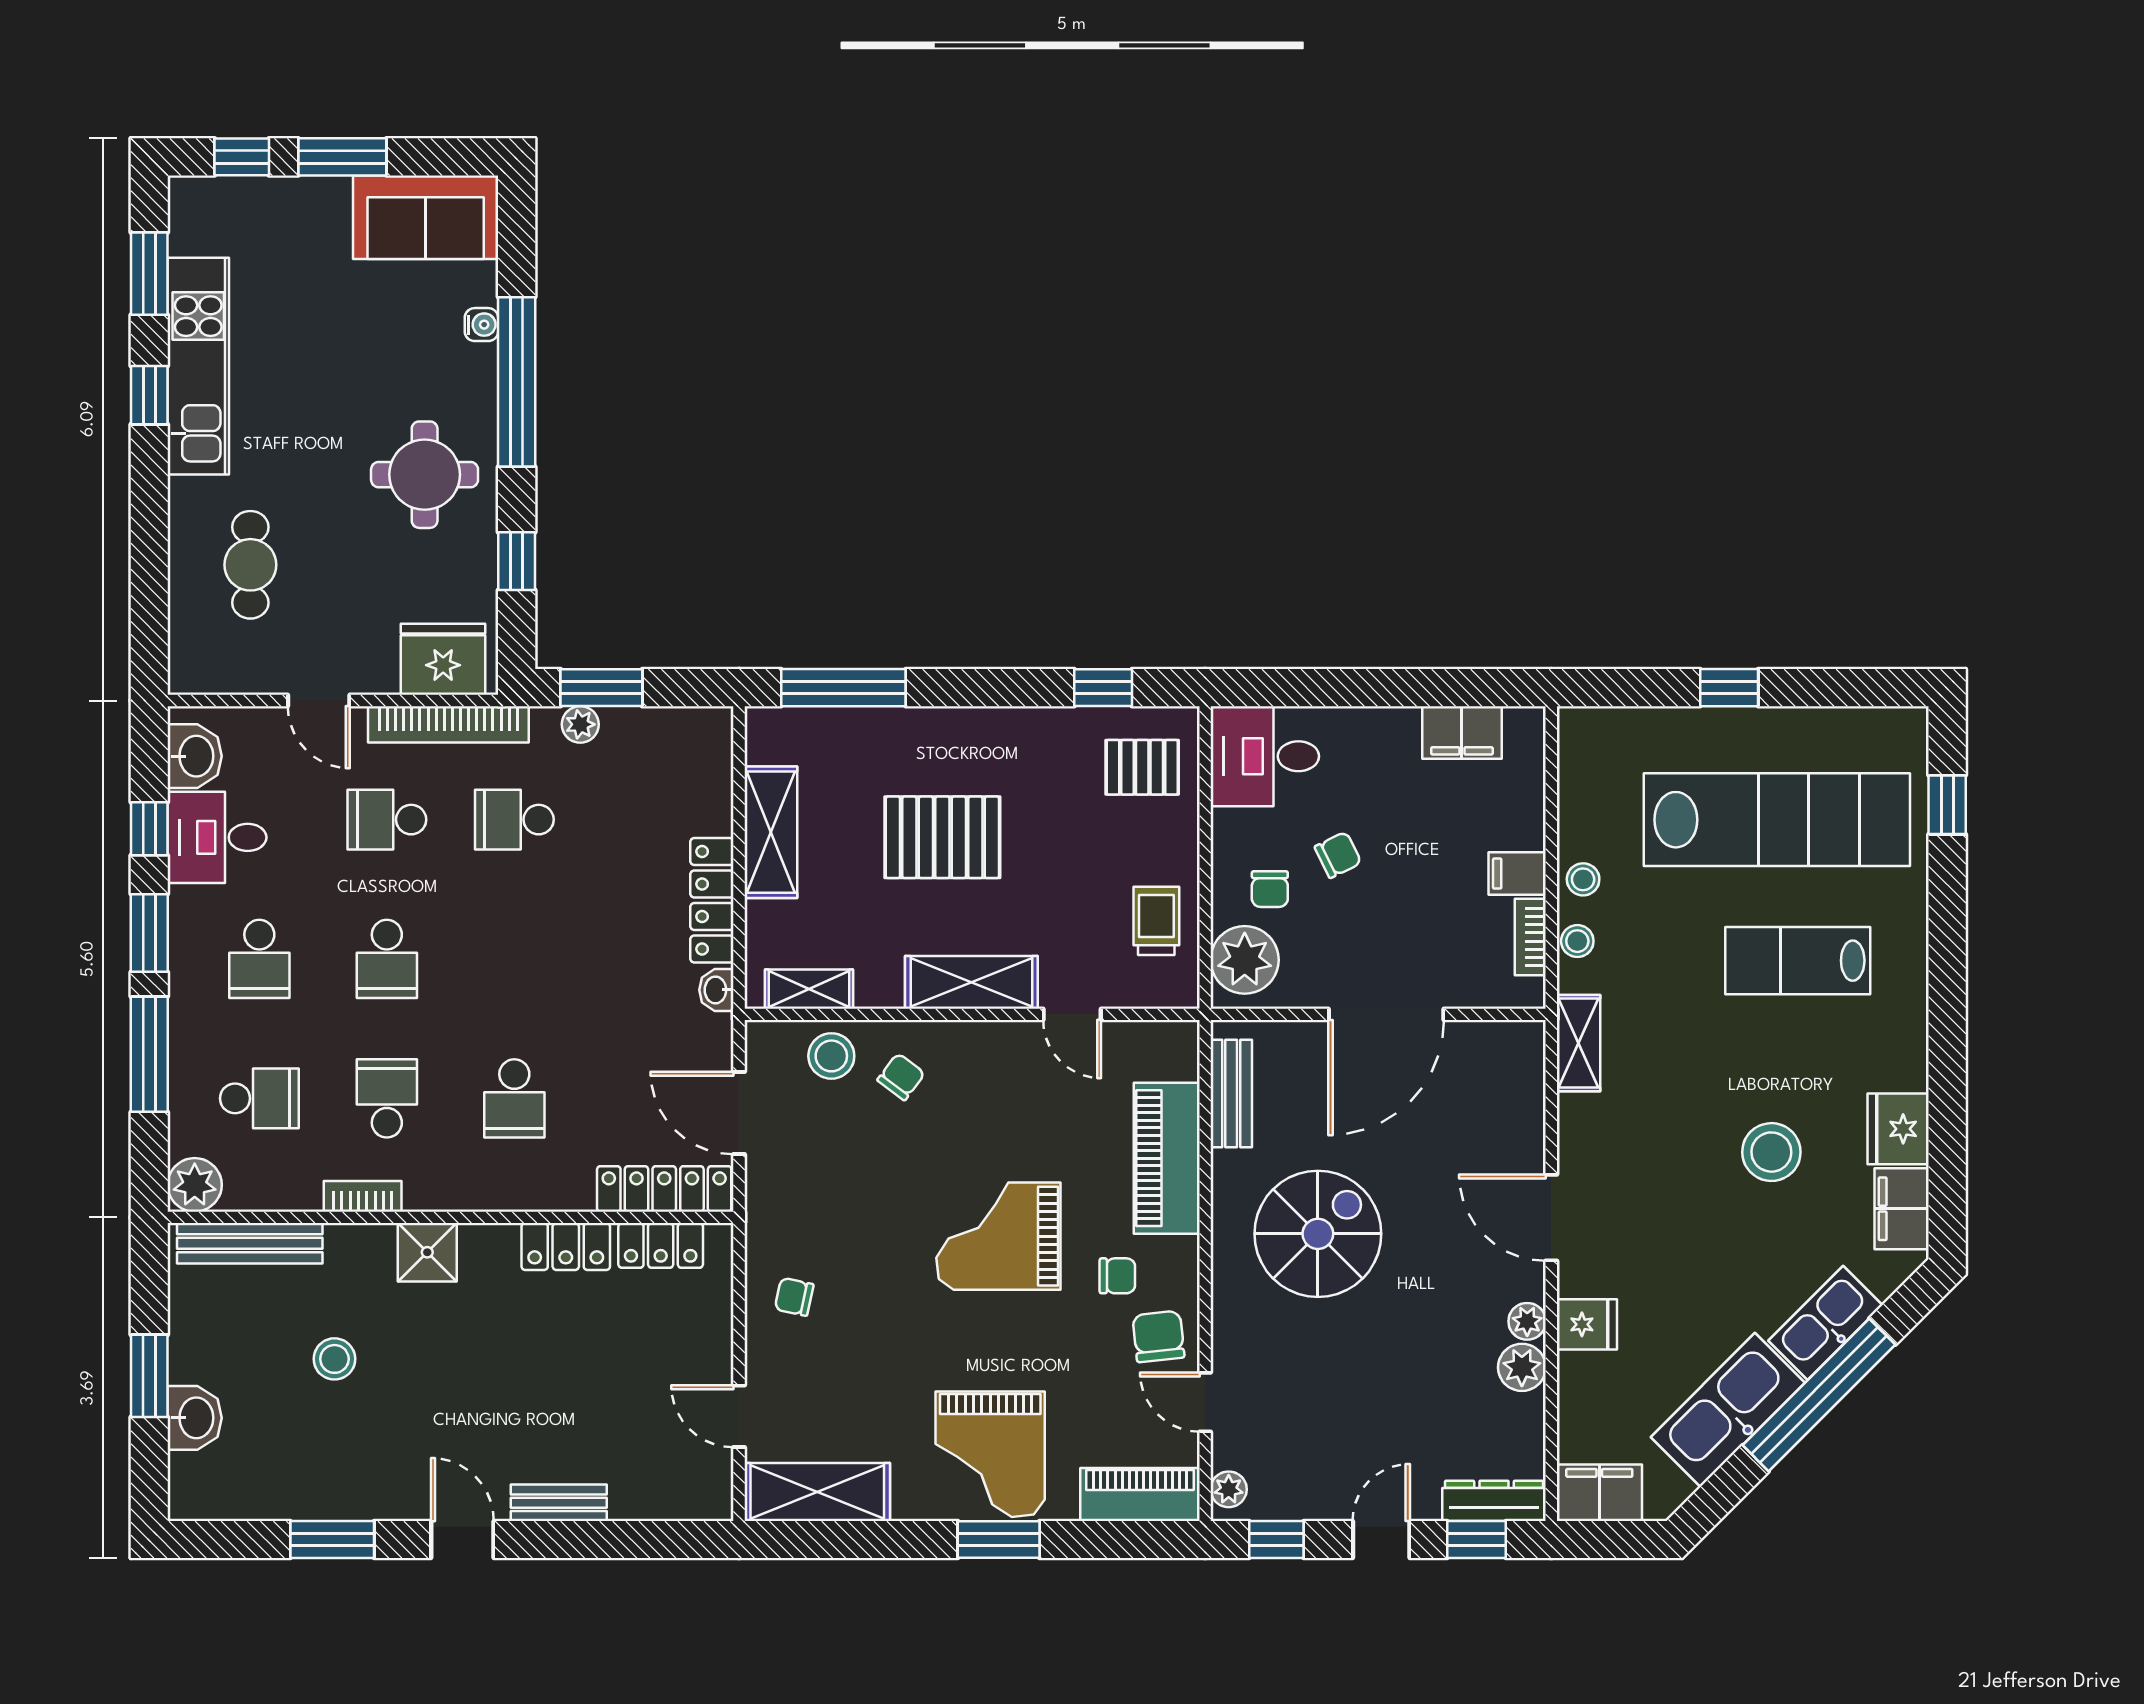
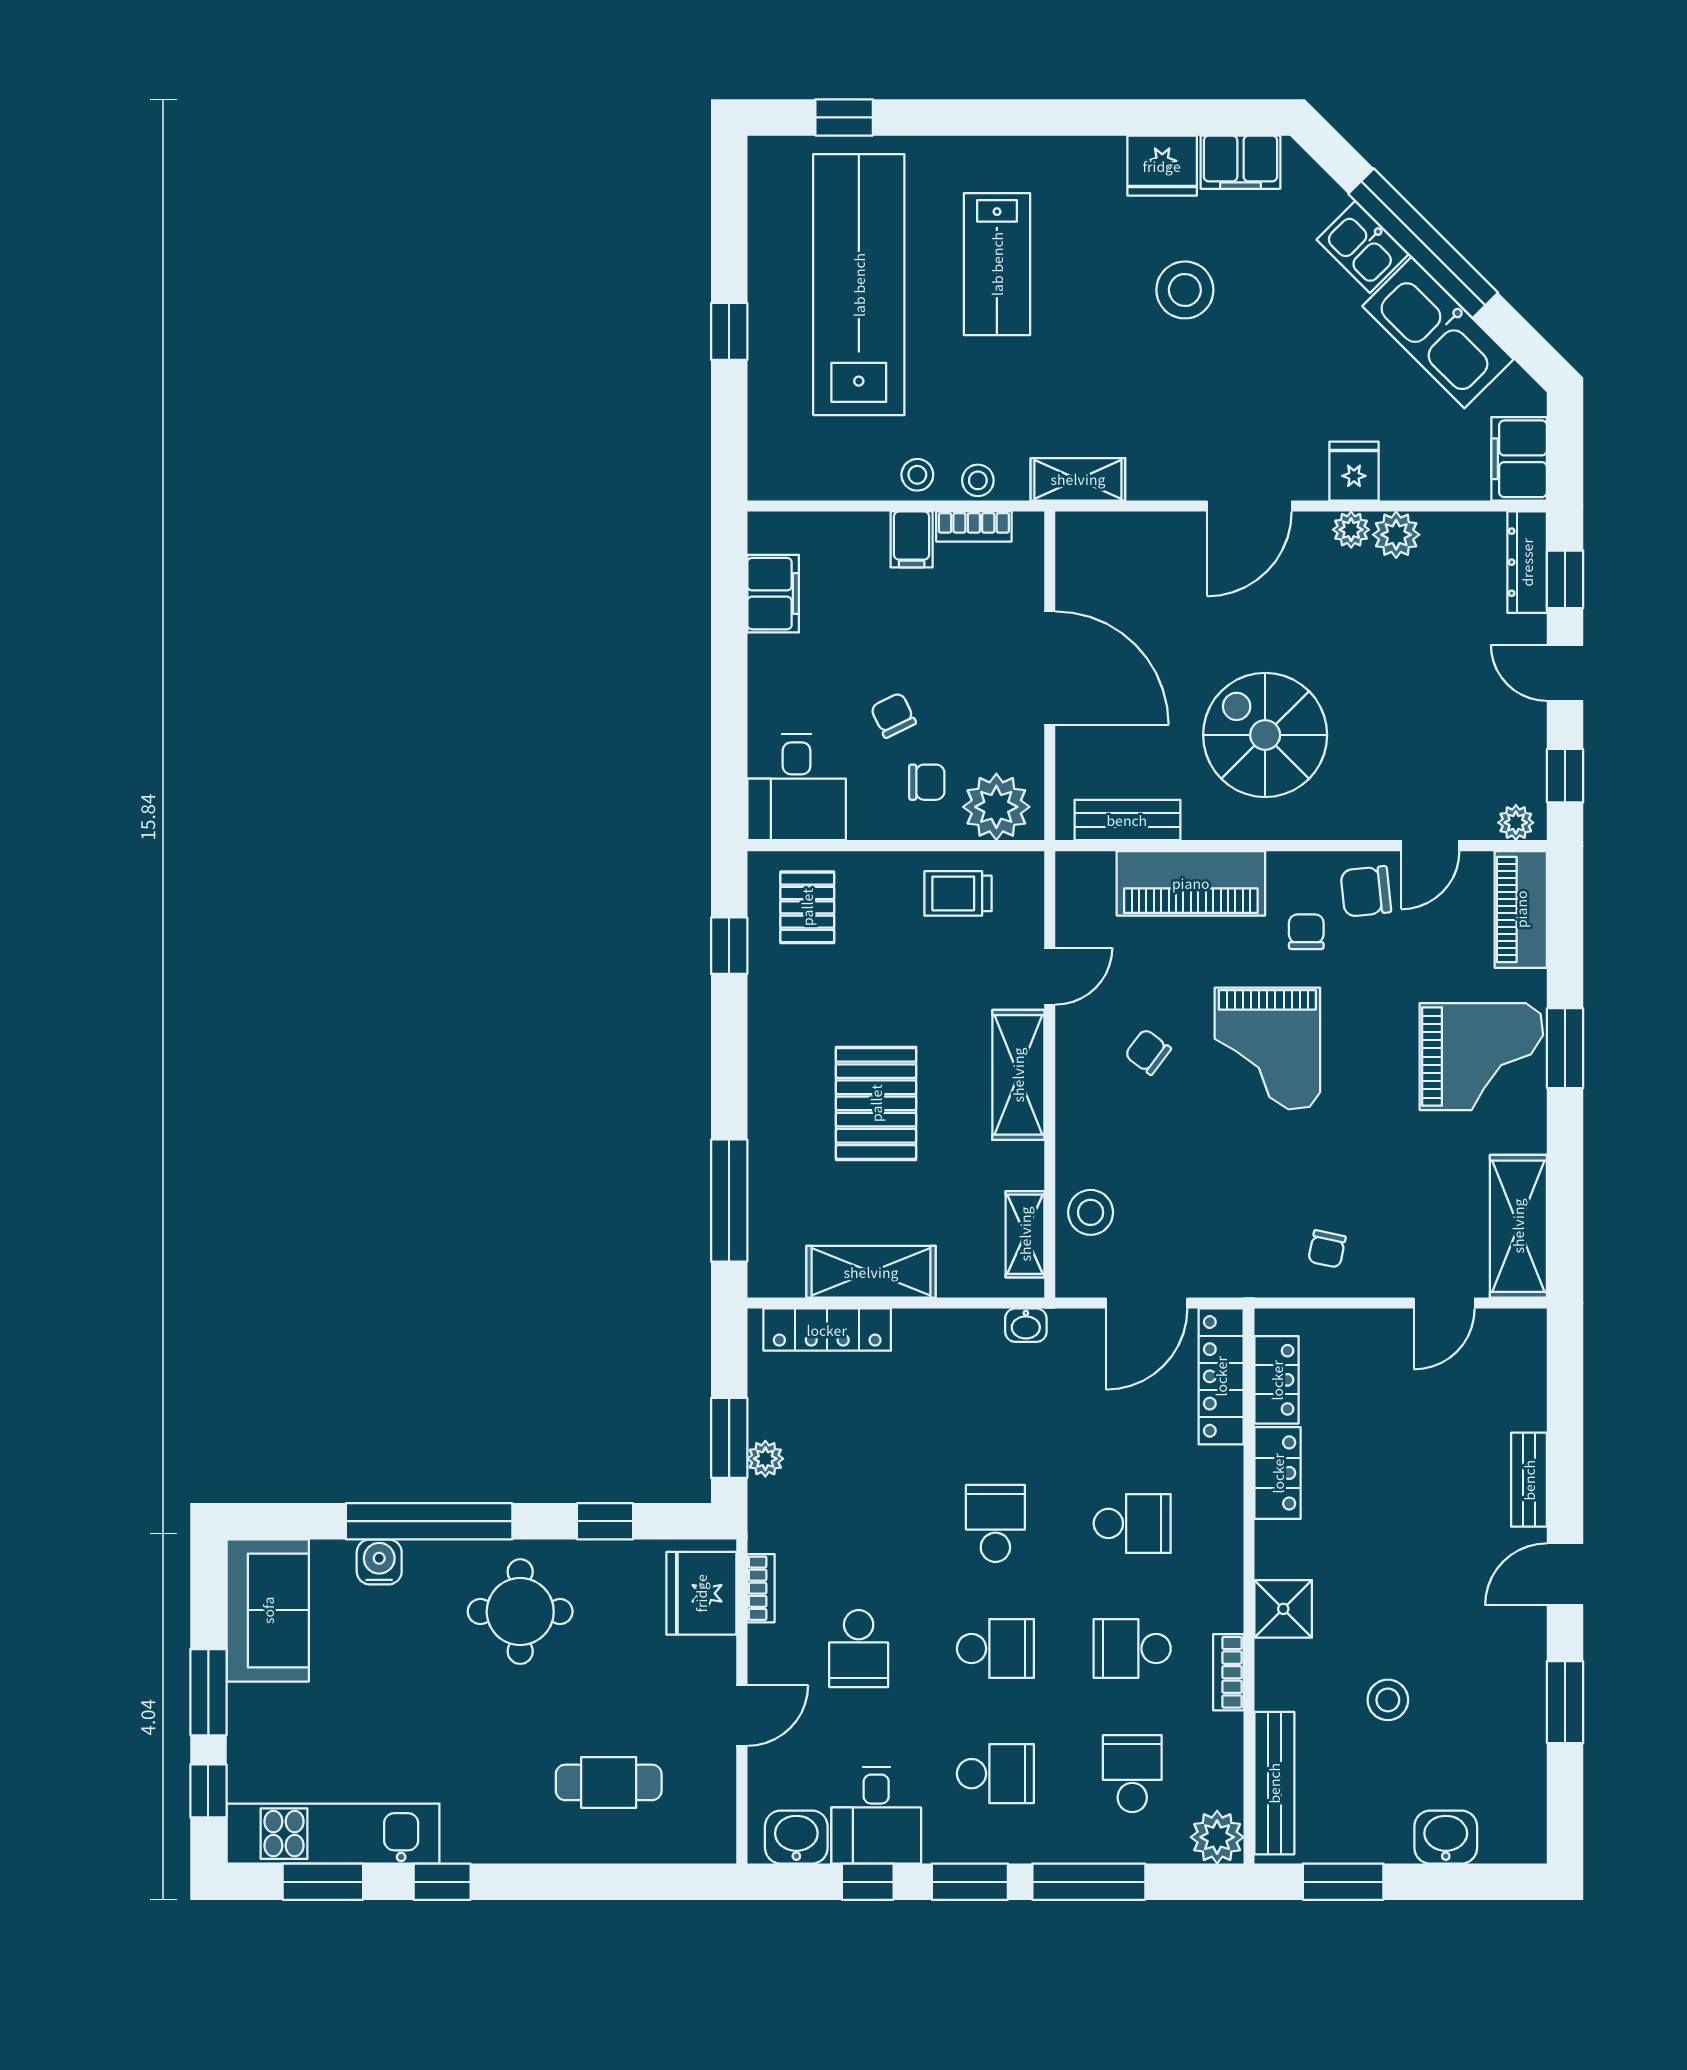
water cooler: (481, 325) -> (379, 1562), width x1.38, depth x1.38
kitchen unit: (198, 366) -> (333, 1834), moved
bookcase: (448, 724) -> (761, 1588), width x0.43, depth x0.76
school desk: (514, 820) -> (995, 1523), moved, turned 180
locker: (712, 900) -> (827, 1330), moved
chair: (901, 1077) -> (1148, 1052), moved
kitchen sink: (1825, 1323) -> (1363, 247), width x0.73
window: (149, 1376) -> (1343, 1882), moved

